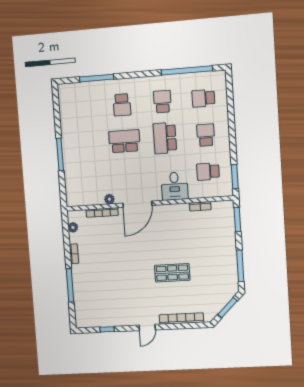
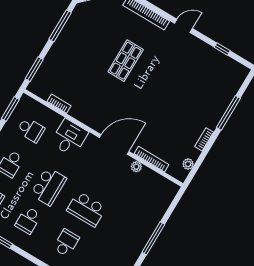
shop shelf: (172, 273) -> (126, 61), turned 90

